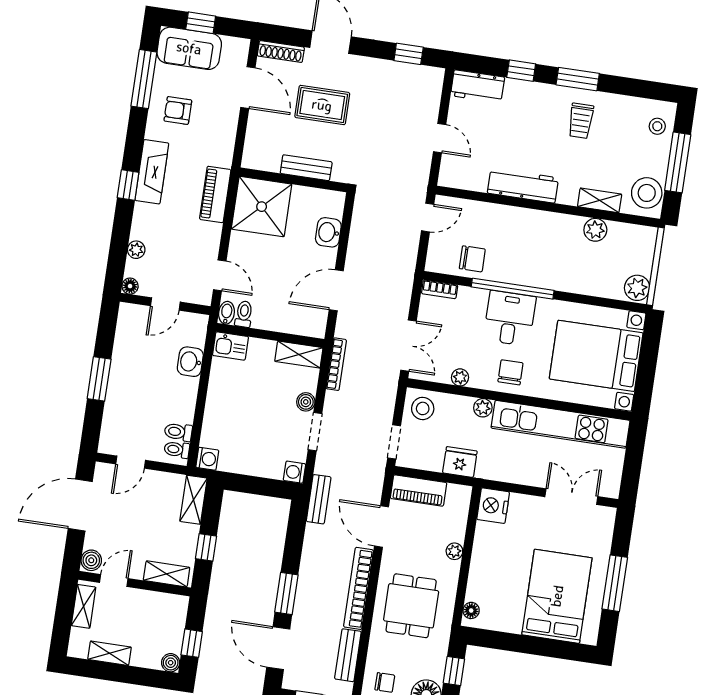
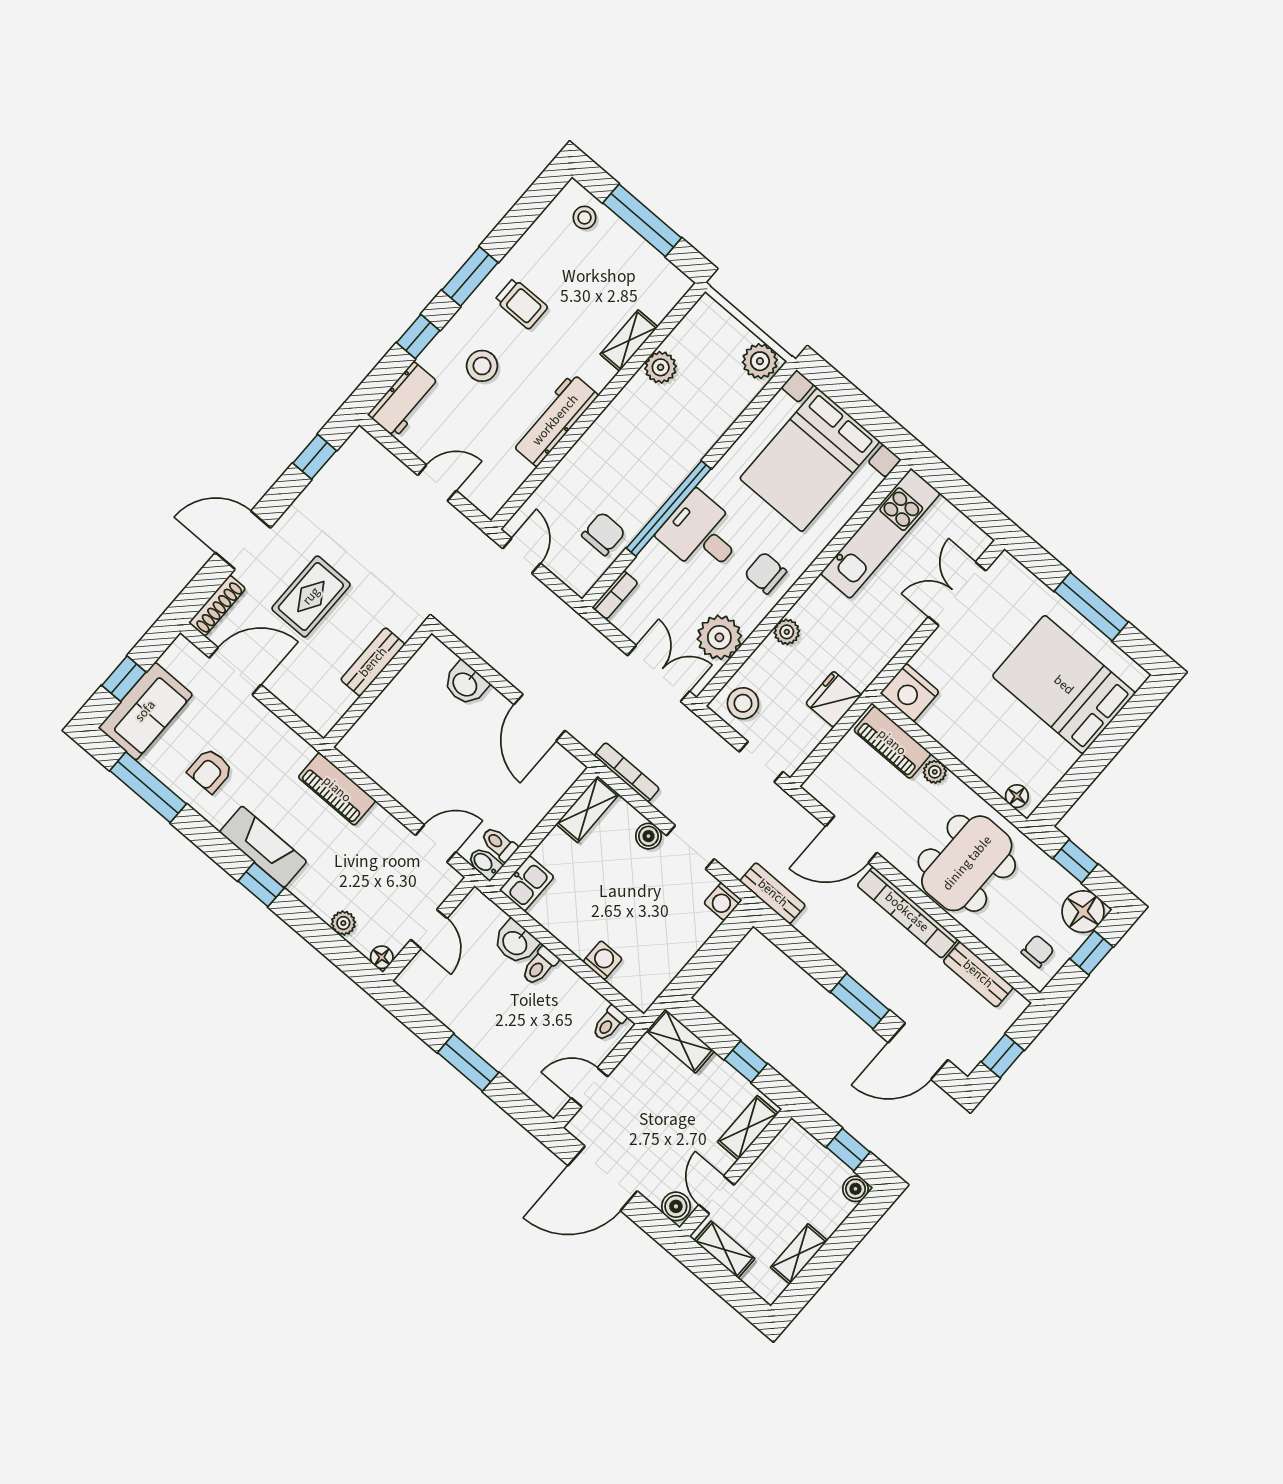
stool: (647, 193) -> (482, 366), moved, width x0.73, depth x0.73
shower: (262, 207) -> (386, 743), removed
plant: (460, 377) -> (719, 637), width x1.88, depth x1.88
kitchen unit: (561, 424) -> (880, 533), width x0.73
toilet: (178, 432) -> (540, 966), moved
washing machine: (207, 459) -> (603, 960), moved
door: (131, 462) -> (590, 1087), swing flipped
piano: (419, 490) -> (892, 742), moved, turned 90
door: (80, 505) -> (603, 1178), hinge flipped
dining table: (411, 606) -> (967, 863), width x1.38

